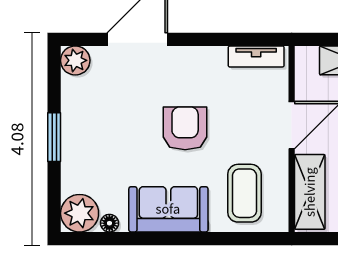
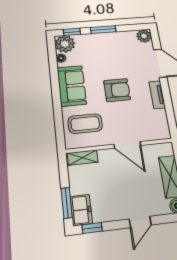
tv unit: (256, 56) -> (157, 95), moved
shelving: (310, 192) -> (83, 158), width x0.67, depth x0.75
window: (54, 198) -> (72, 32), added

